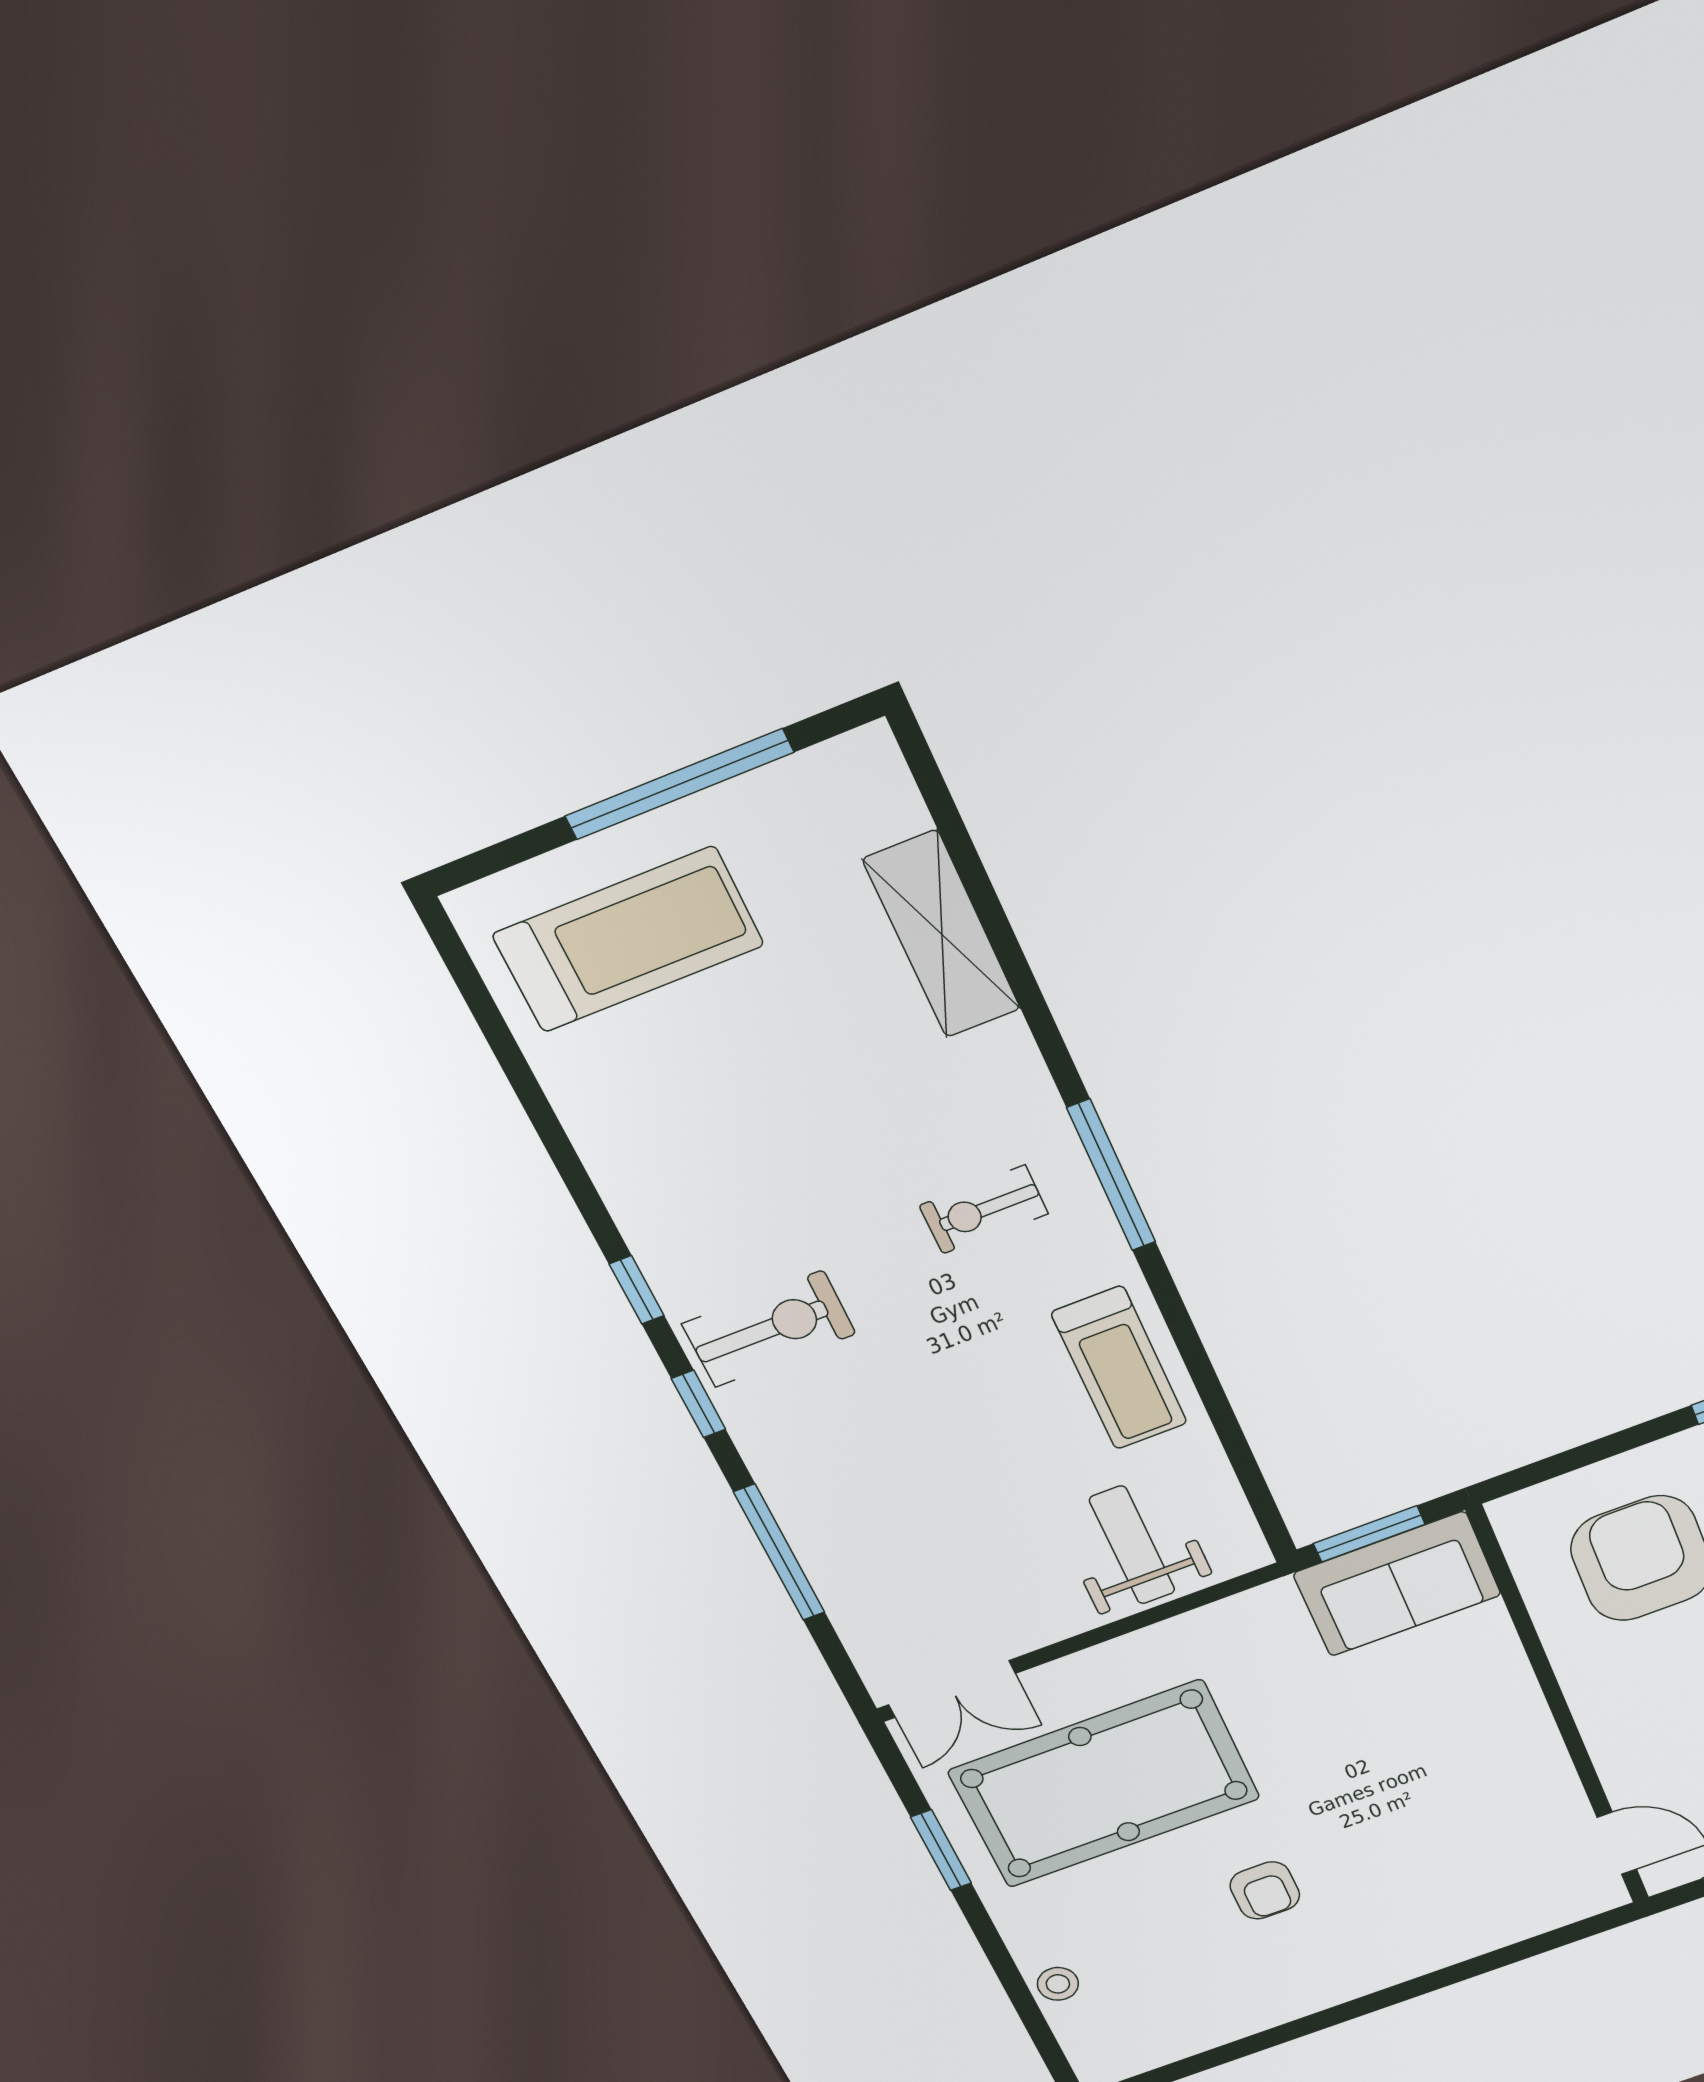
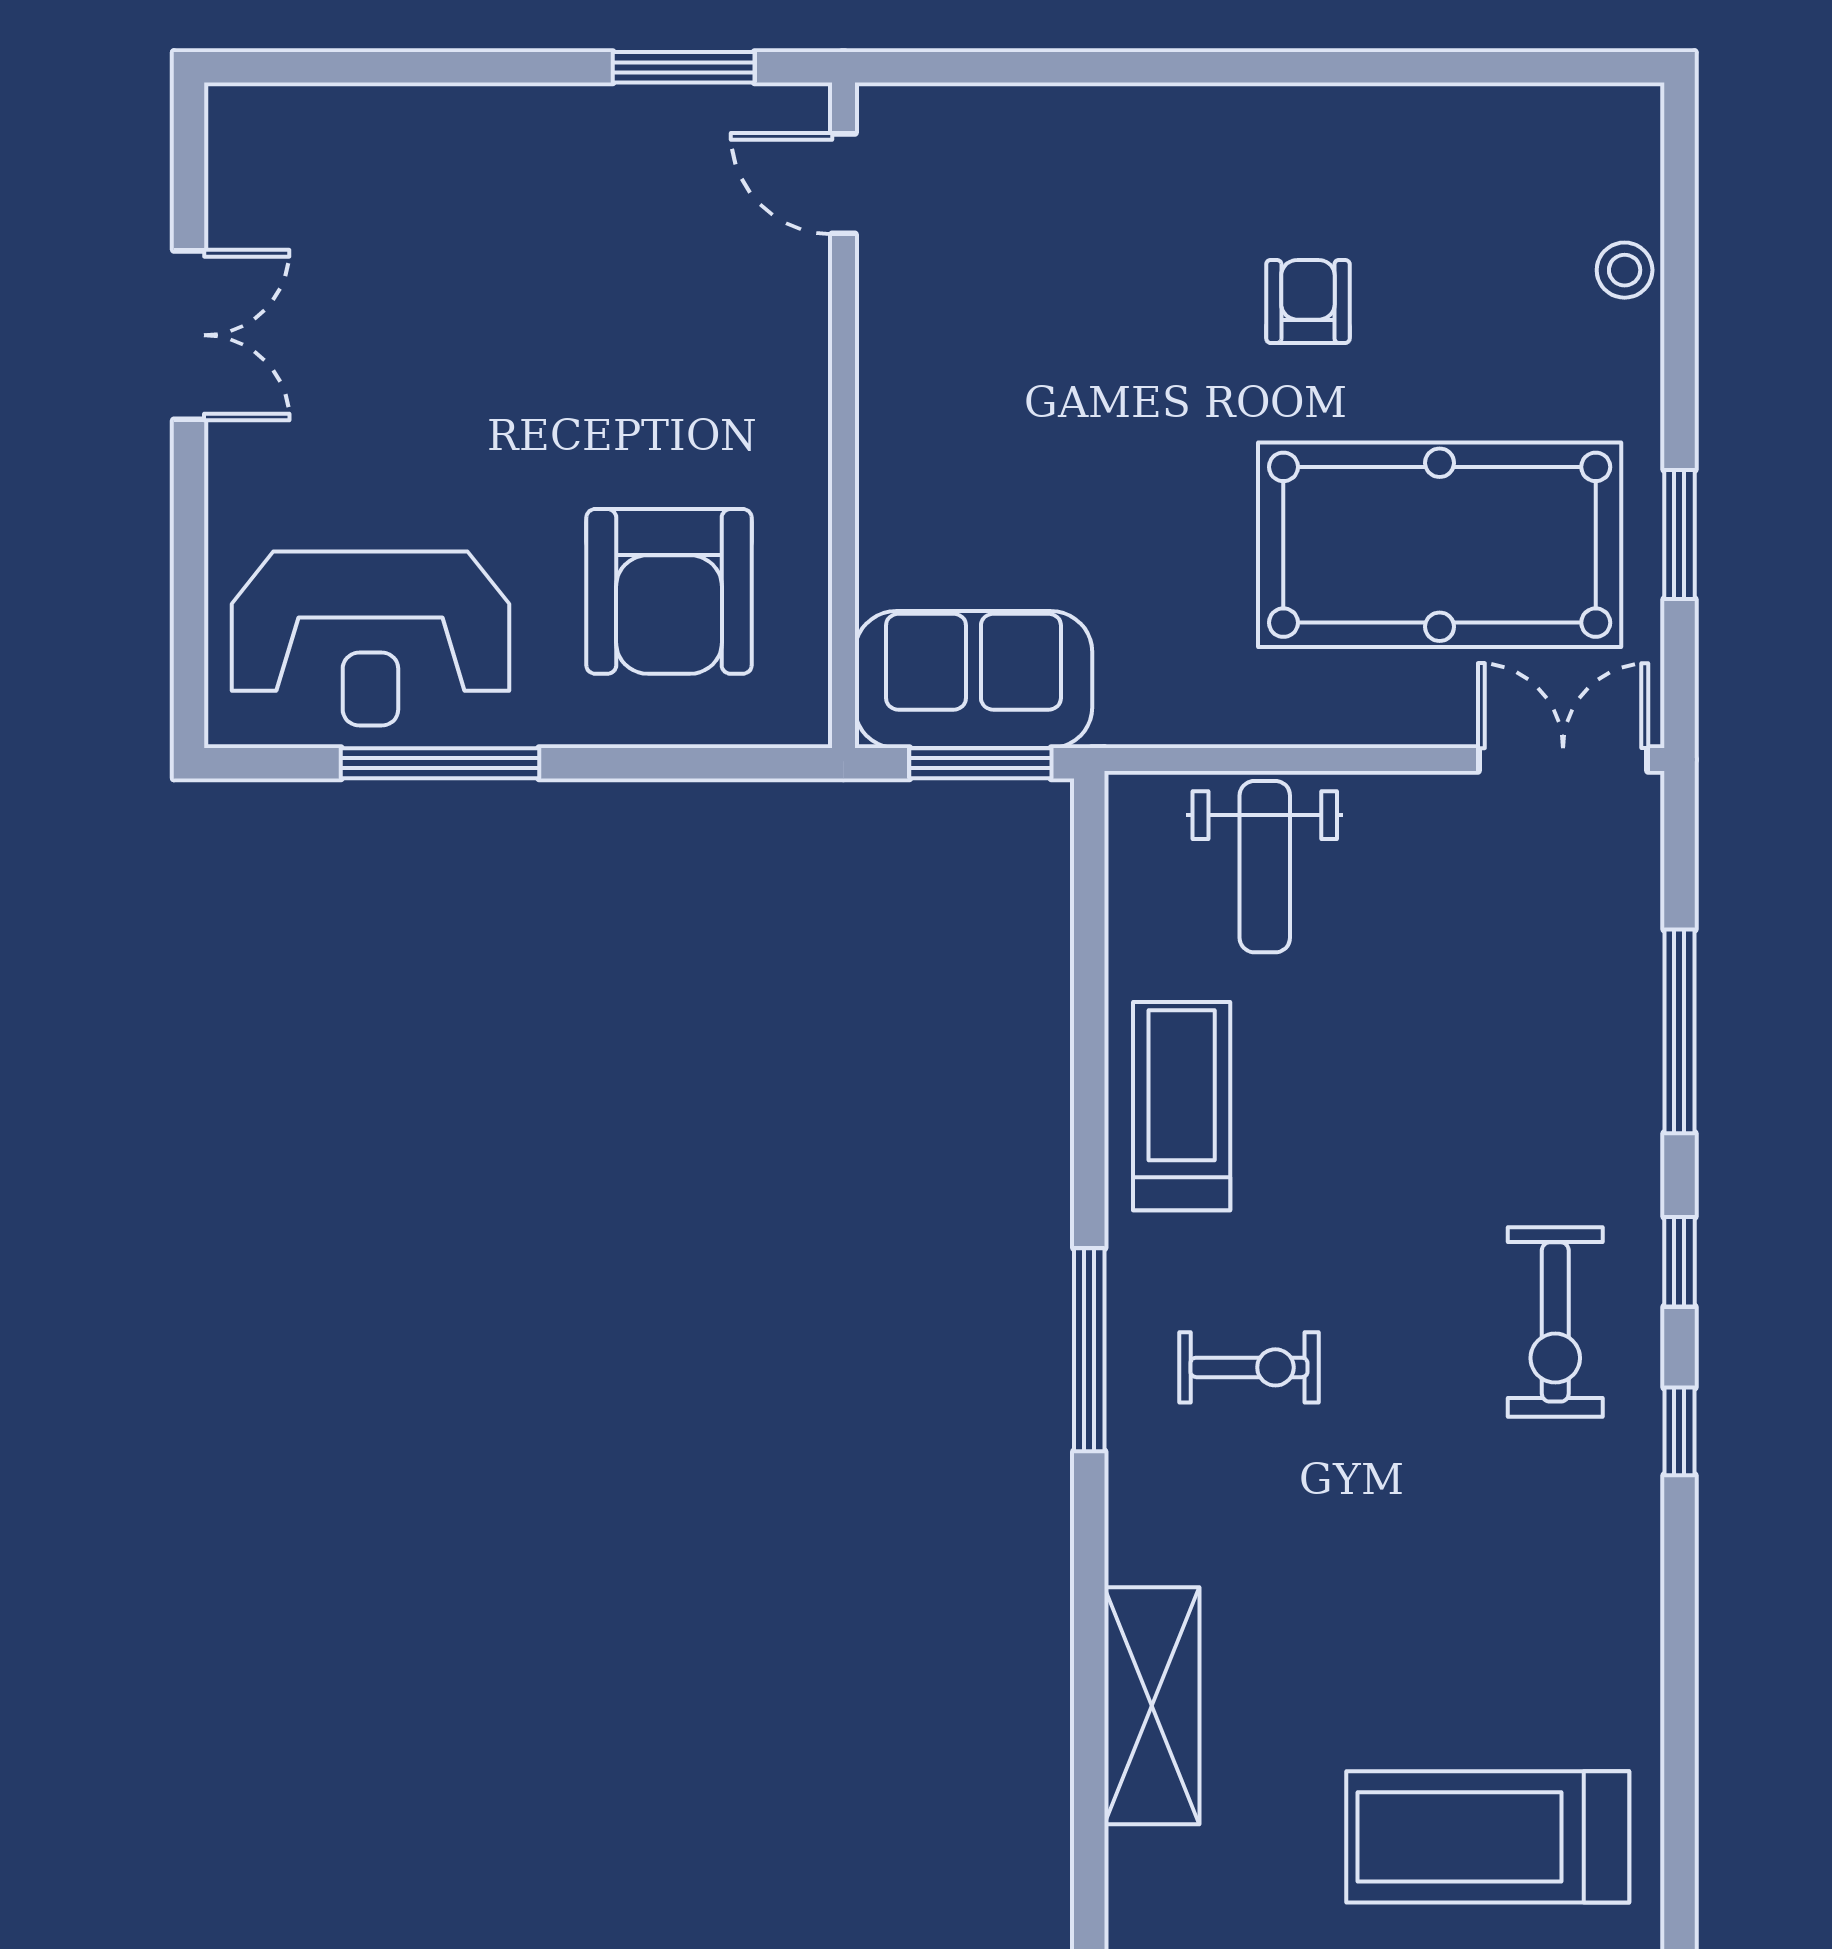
exercise bike: (769, 1329) -> (1555, 1322), turned -90

